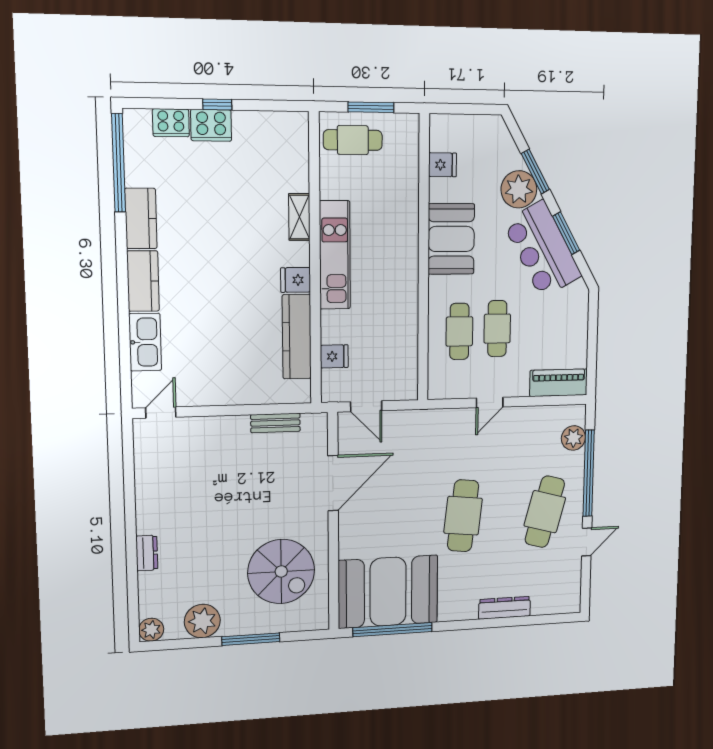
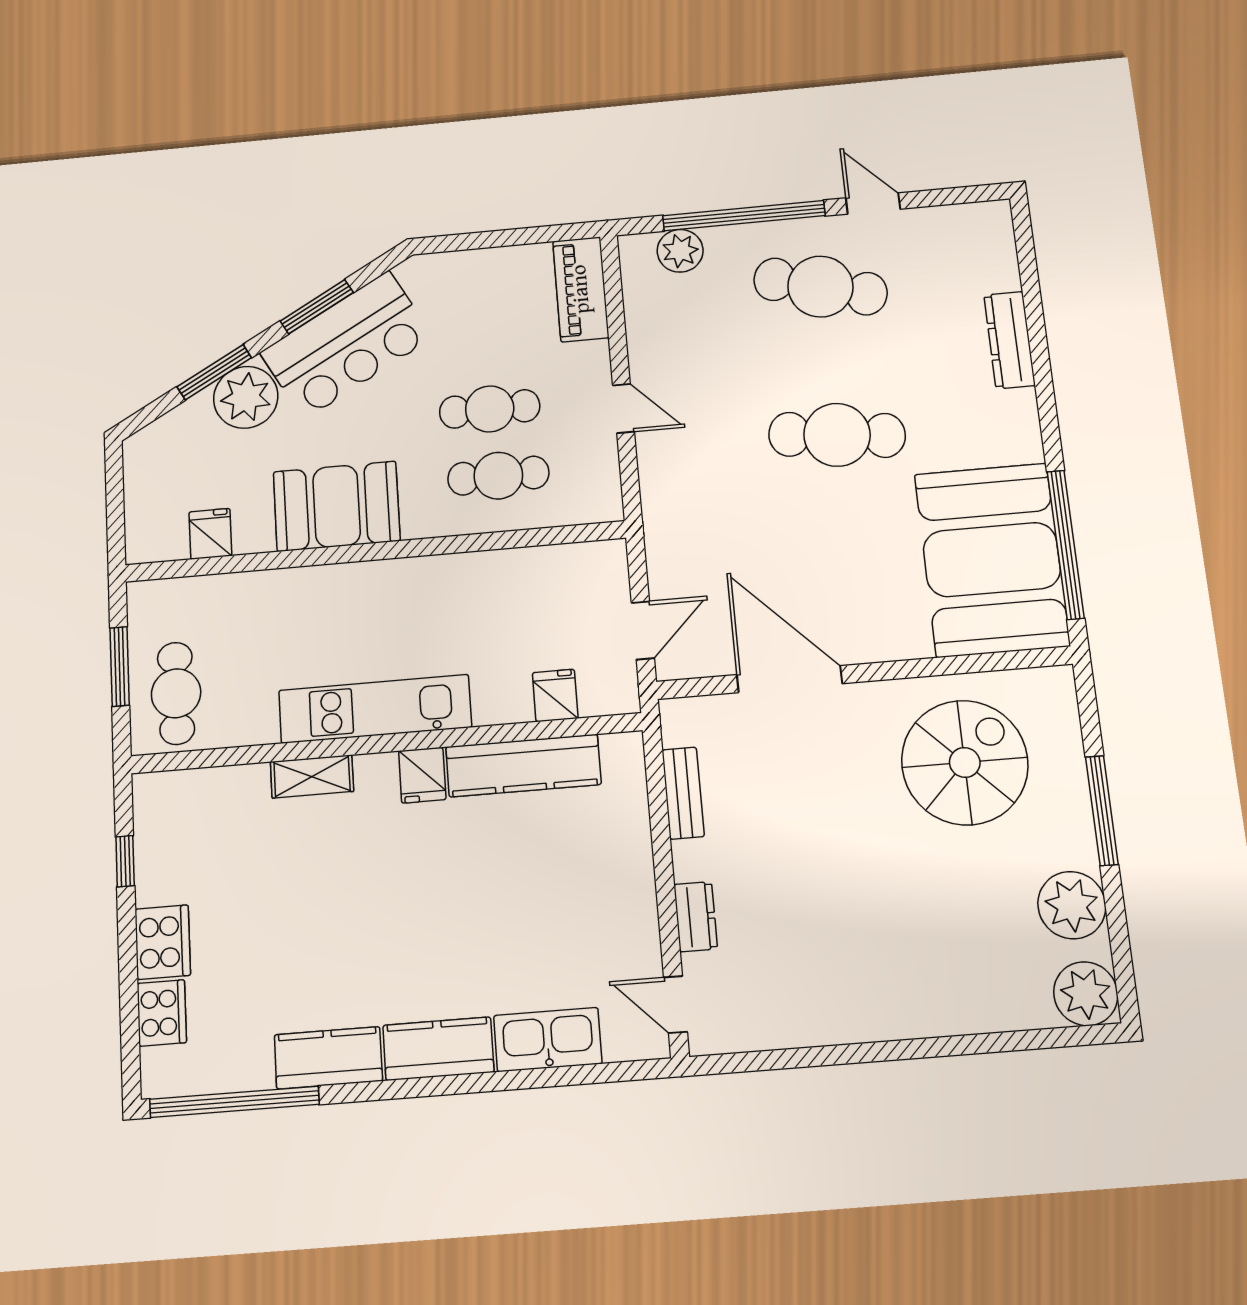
window: (217, 104) -> (125, 861), moved
dresser: (147, 553) -> (696, 917), moved, turned 90
plant: (151, 630) -> (1086, 994), width x1.36, depth x1.36

